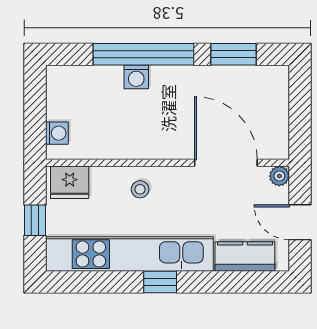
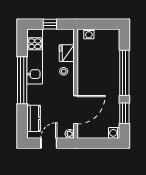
washing machine: (136, 77) -> (114, 133), moved
fridge: (70, 182) -> (67, 53), moved
kitchen unit: (129, 254) -> (35, 56), width x0.73
window: (160, 282) -> (22, 80), width x3.17

